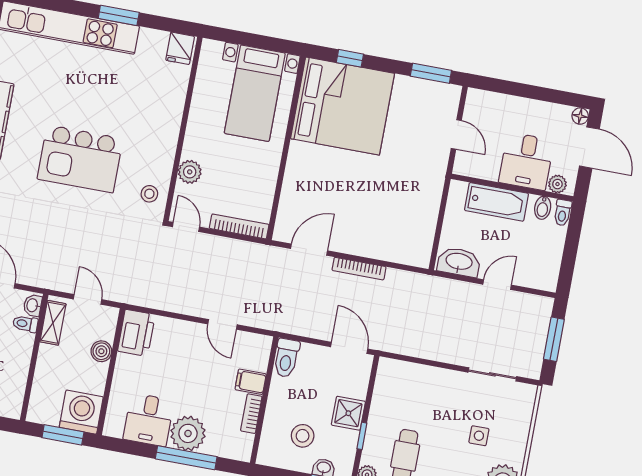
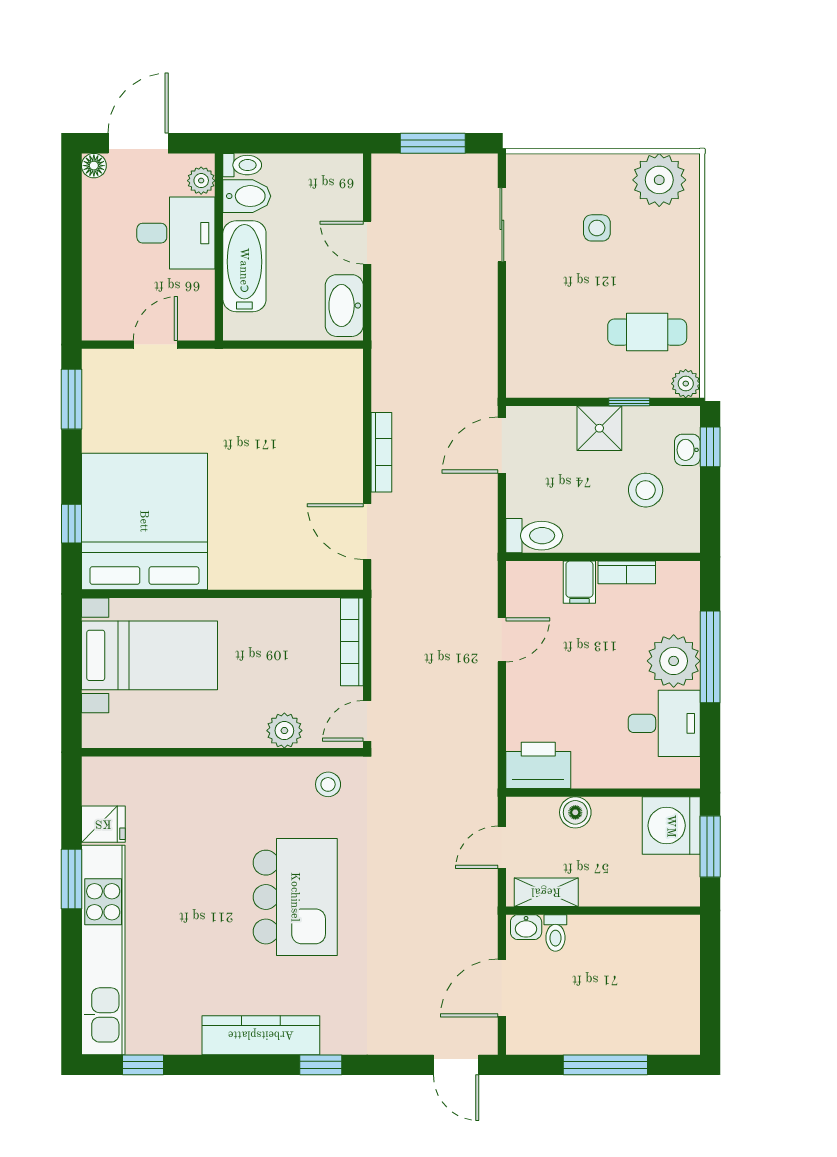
fridge: (180, 48) -> (103, 824), moved
bidet: (543, 208) -> (247, 196), width x1.38, depth x1.36

